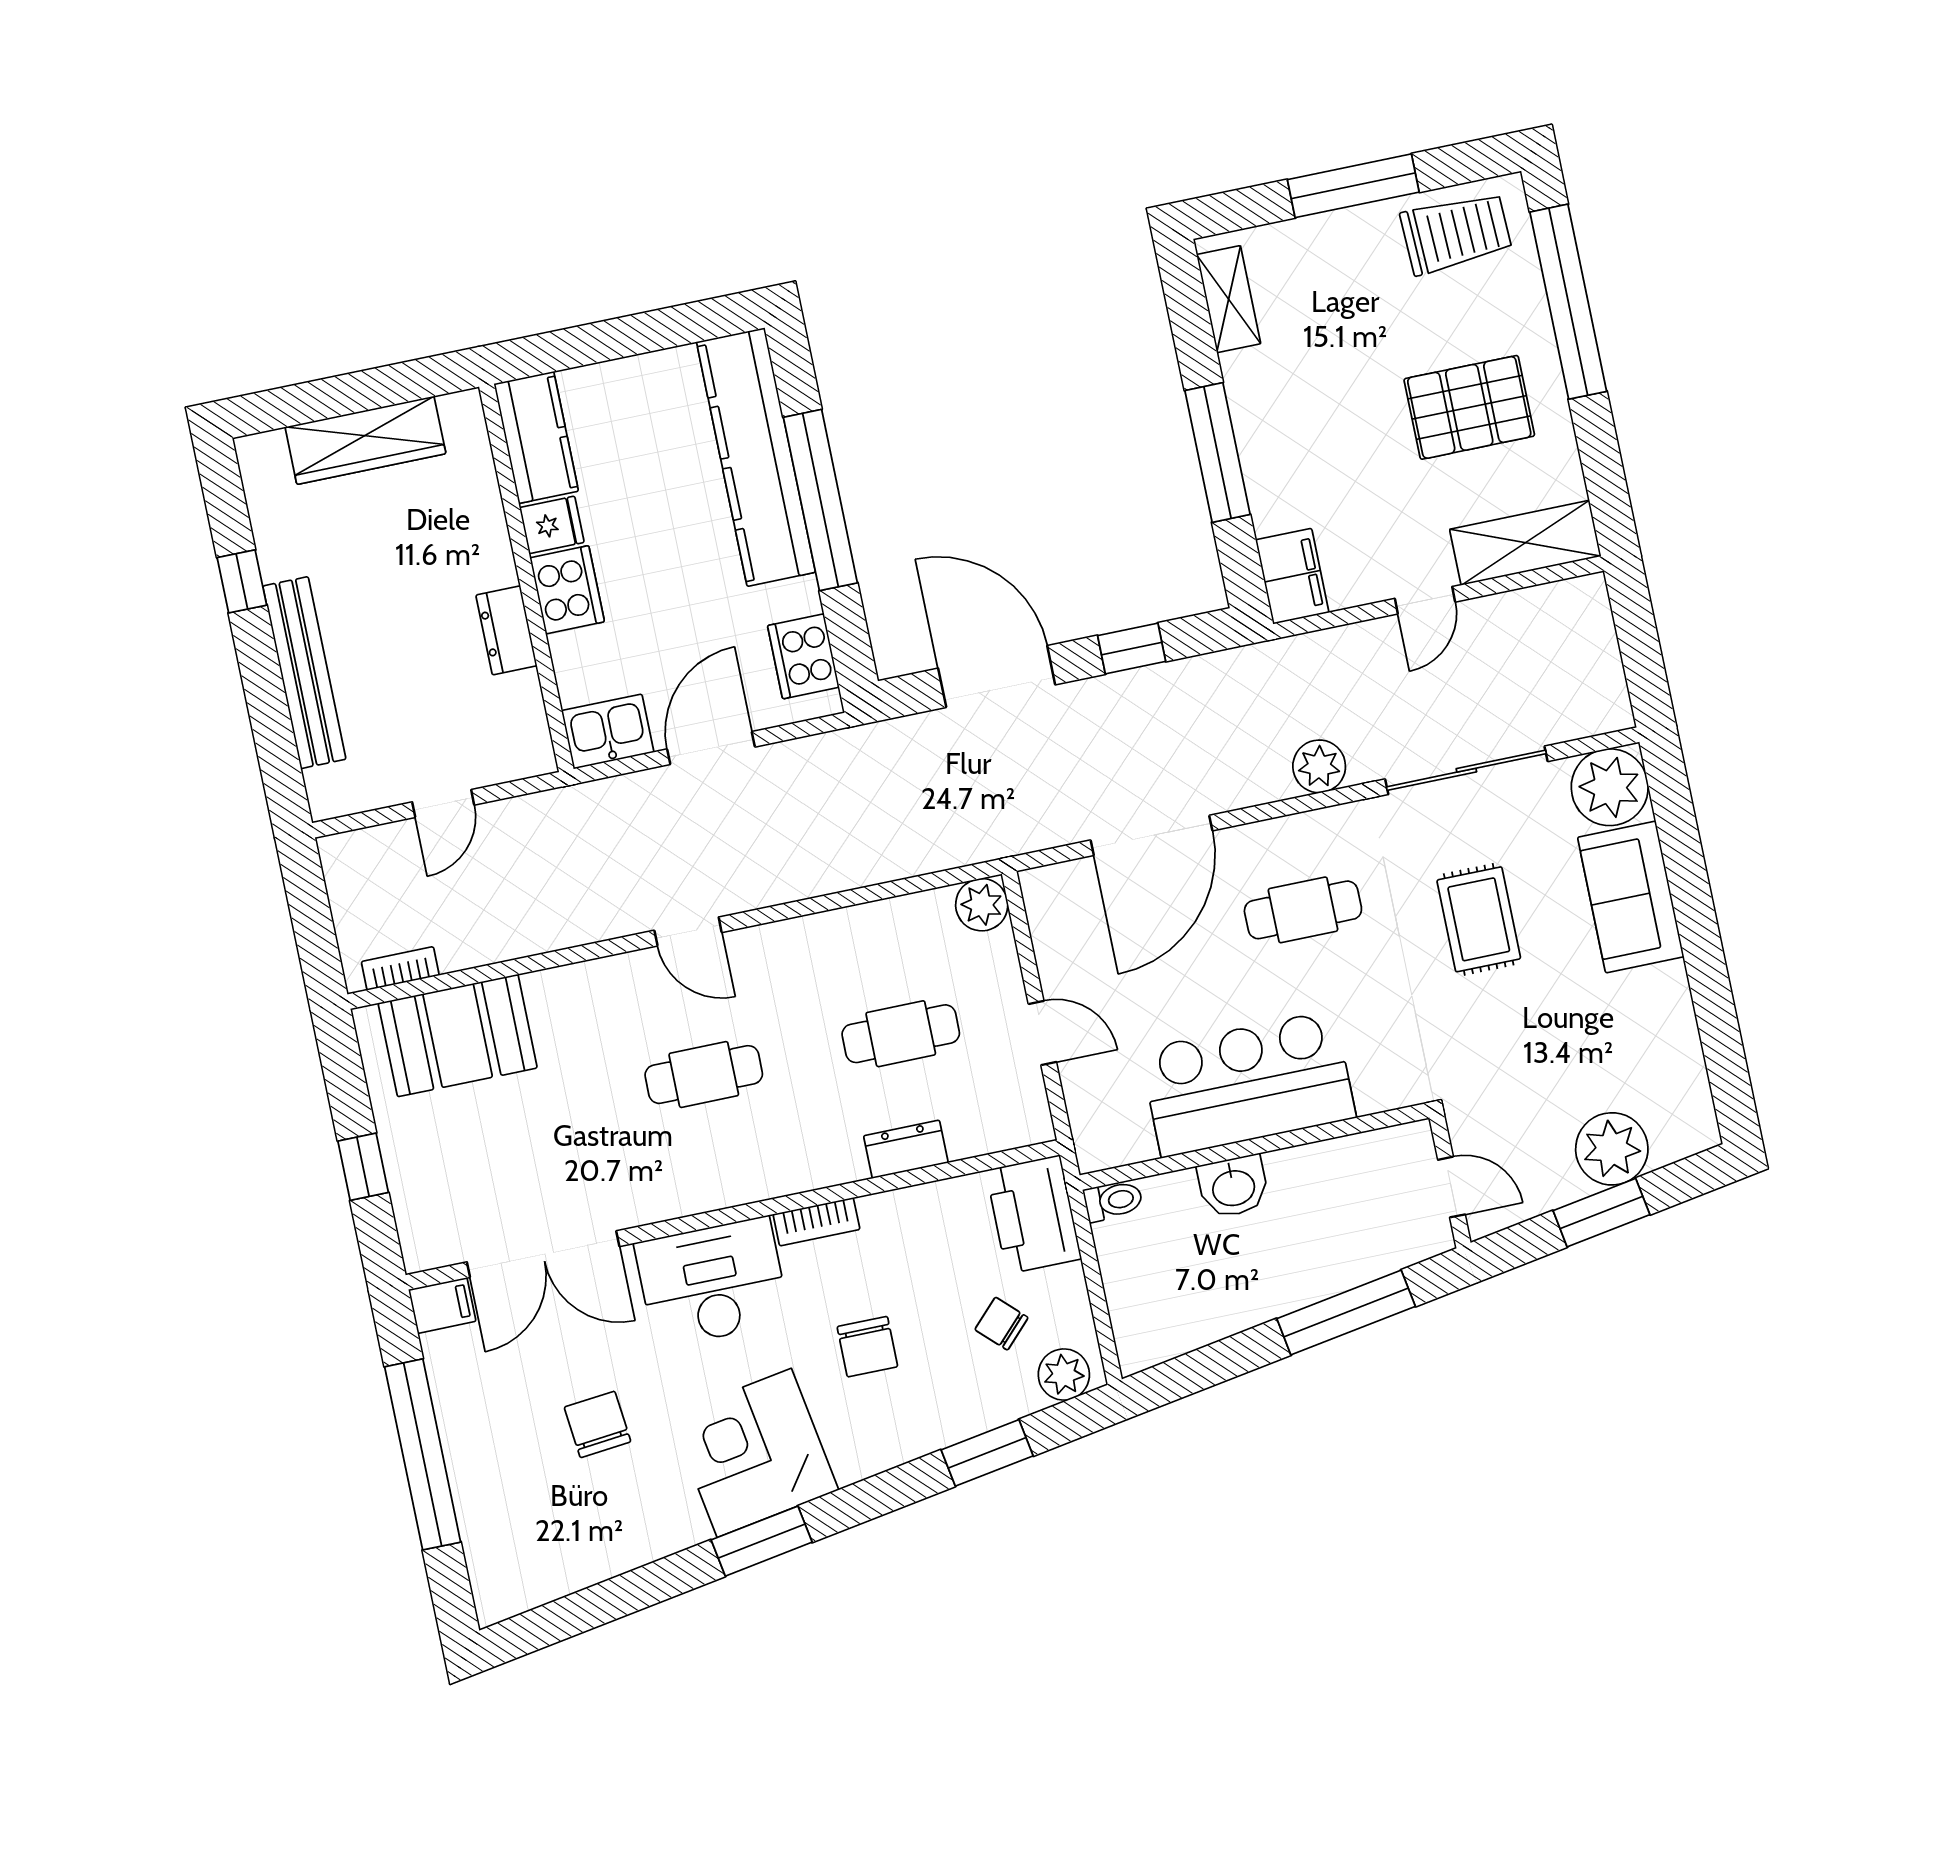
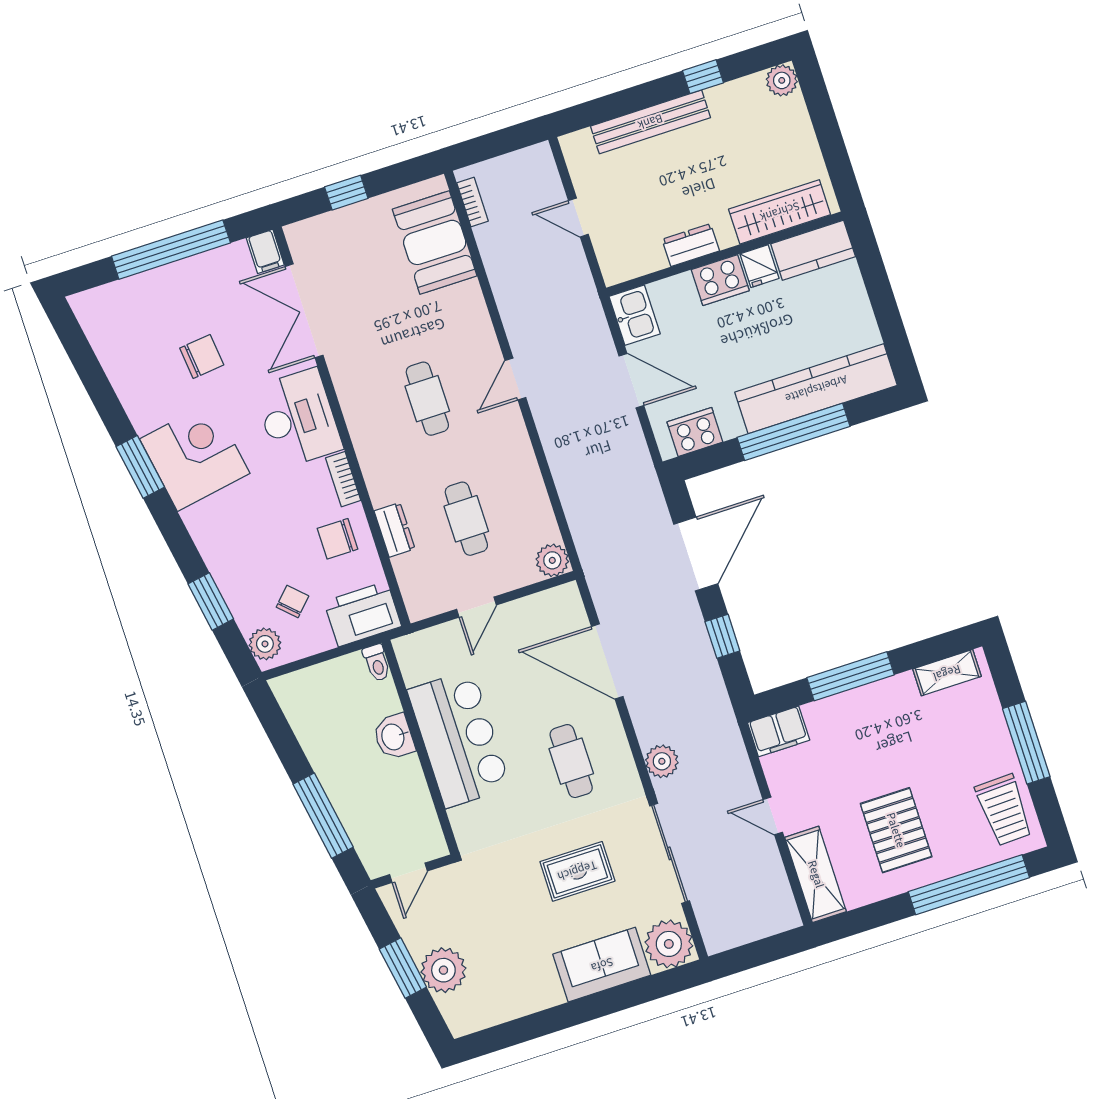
wardrobe: (365, 440) -> (780, 212), moved, turned 90
plant: (262, 457) -> (782, 80), added
chair: (867, 1347) -> (338, 539), moved

